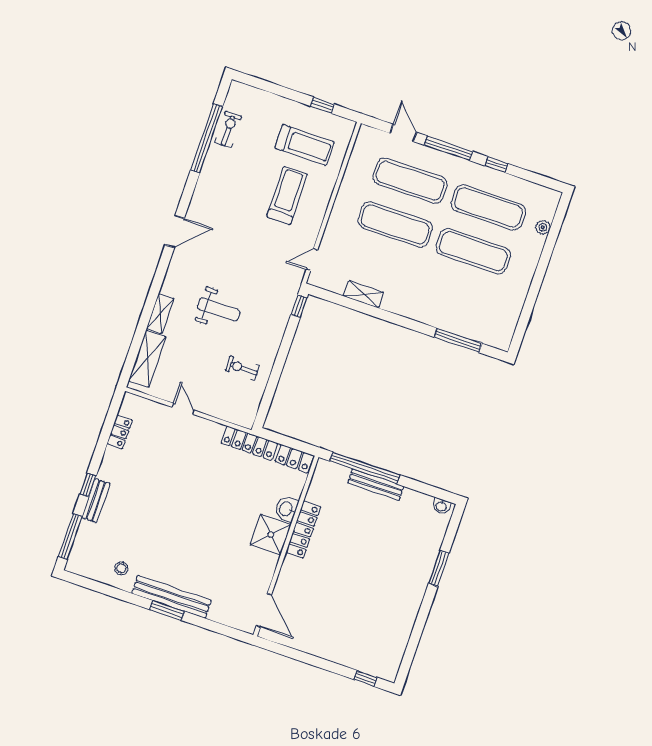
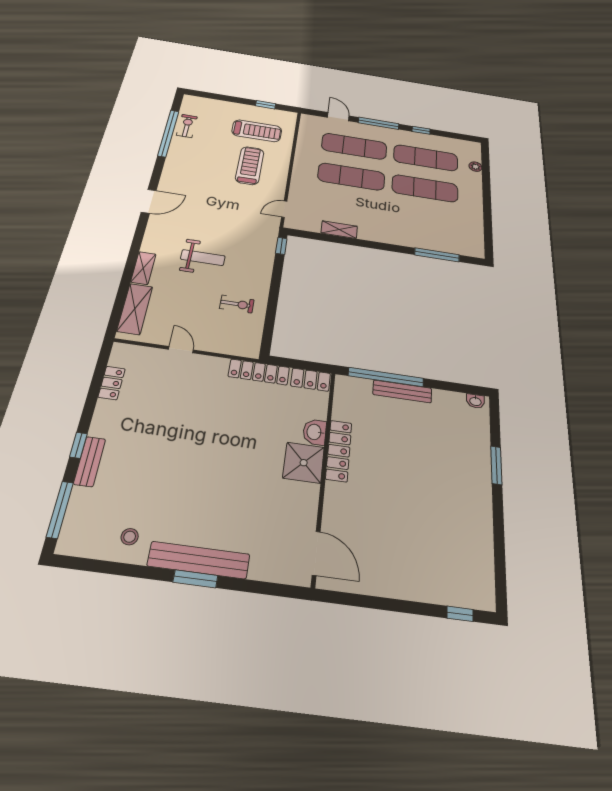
exercise bike: (242, 368) -> (237, 304), turned 180

